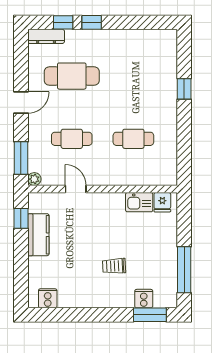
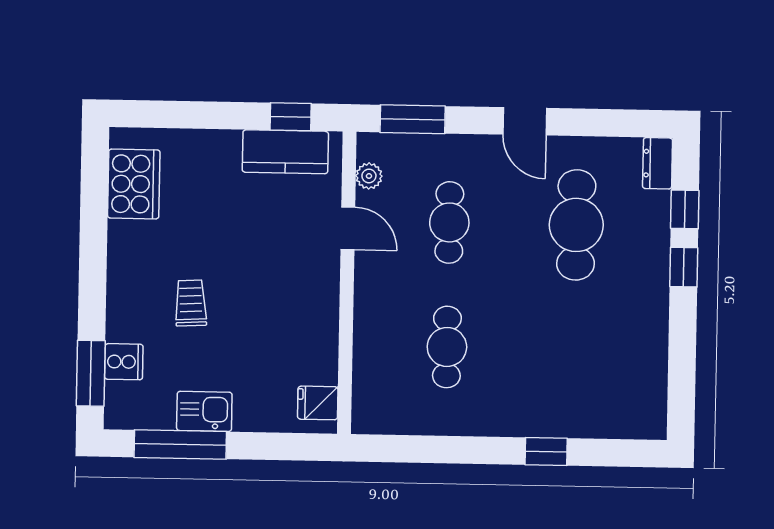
dresser: (46, 36) -> (658, 163), width x0.70
plant: (34, 179) -> (369, 176), moved
door: (76, 189) -> (348, 228), hinge flipped
kitchen sink: (139, 202) -> (204, 411), moved, turned 90
kitchen counter: (38, 235) -> (285, 152), moved
cooker: (48, 298) -> (134, 184), width x1.87, depth x1.31

